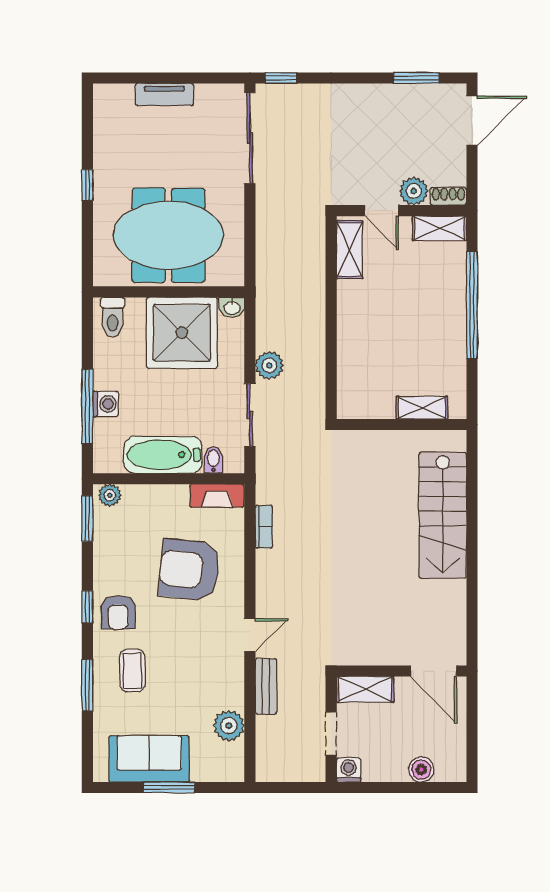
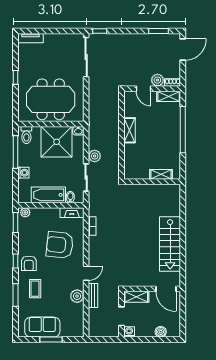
tv unit: (164, 94) -> (30, 38), moved
shelving: (350, 250) -> (129, 130), moved
window: (87, 407) -> (15, 152), moved
stairs: (443, 515) -> (170, 244), moved
plant: (229, 726) -> (77, 296), moved

